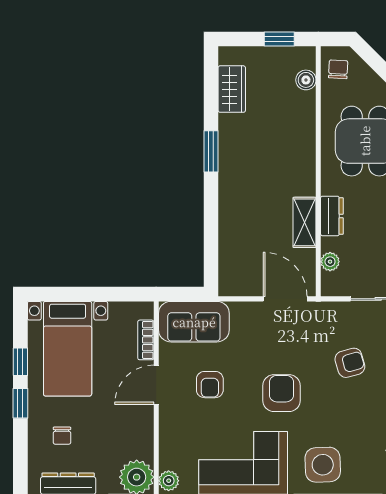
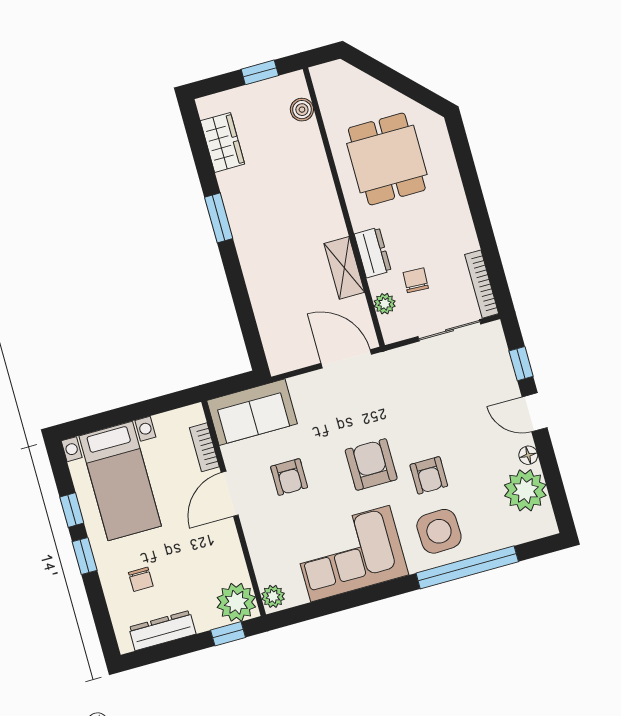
chair: (338, 69) -> (416, 280), moved
armchair: (350, 363) -> (429, 475), moved, turned 106

